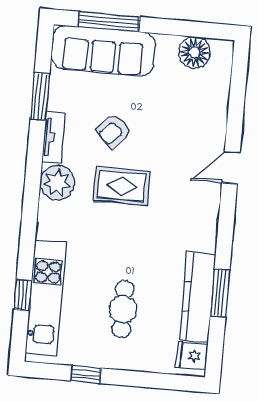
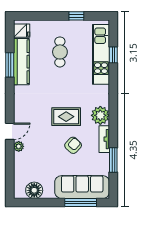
plant: (216, 138) -> (19, 146), added

